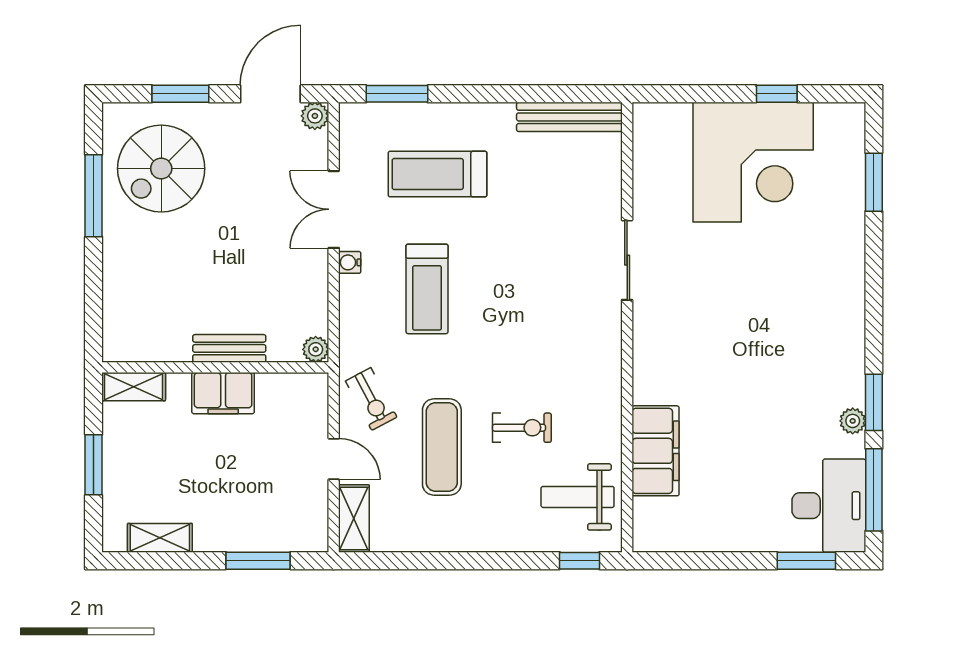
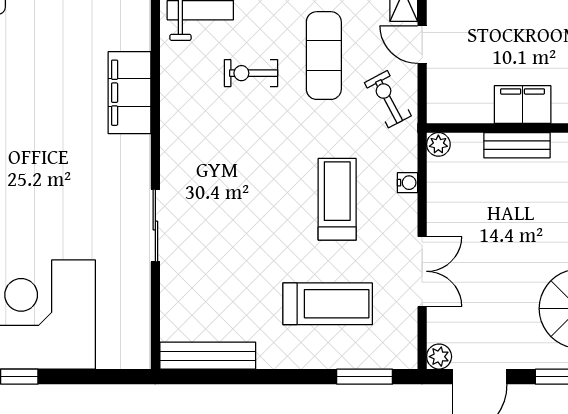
water cooler: (350, 262) -> (407, 183), moved
filing cabinet: (656, 451) -> (129, 93), moved

